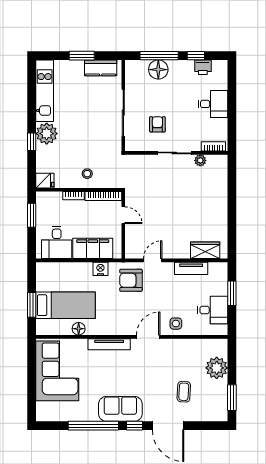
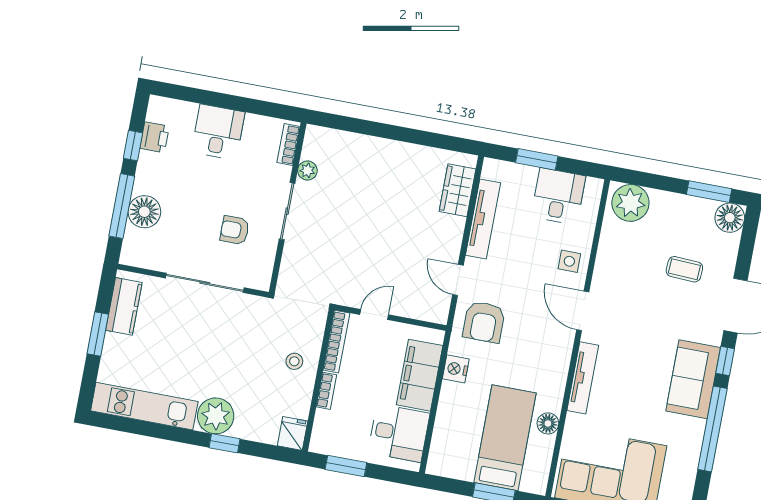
tv unit: (191, 268) -> (483, 219), width x1.41
plant: (217, 368) -> (630, 203), moved
floor lamp: (219, 413) -> (730, 218), added

